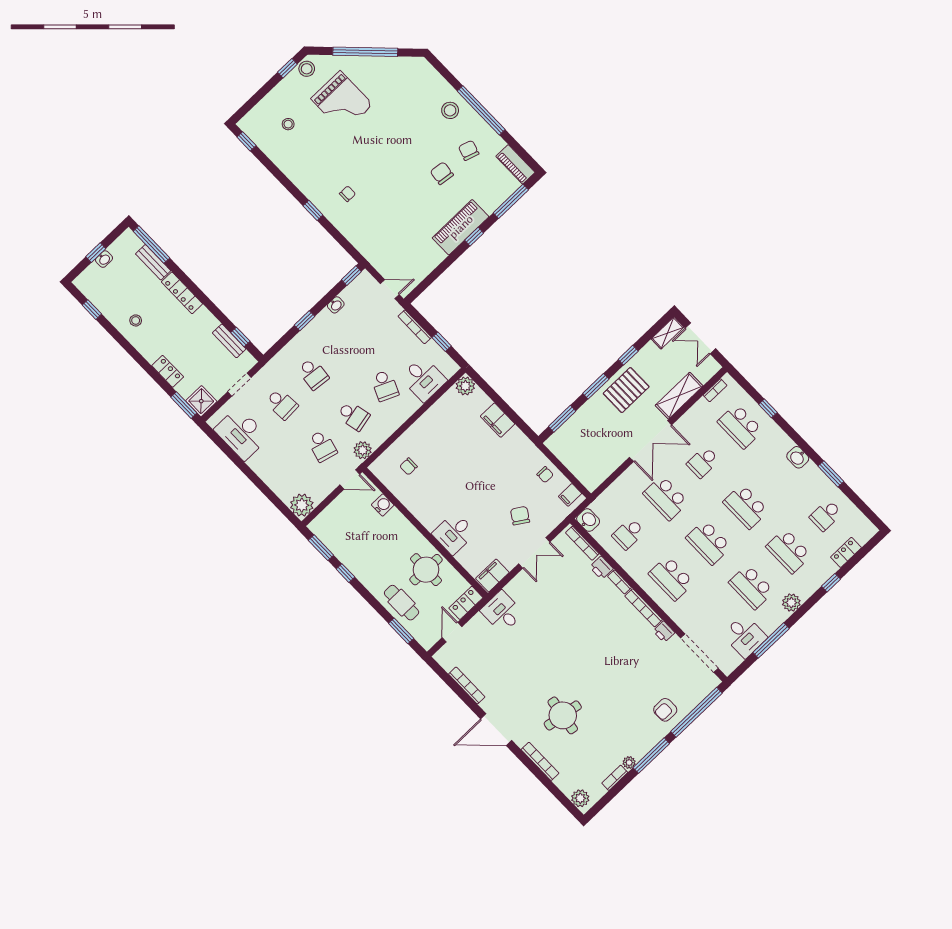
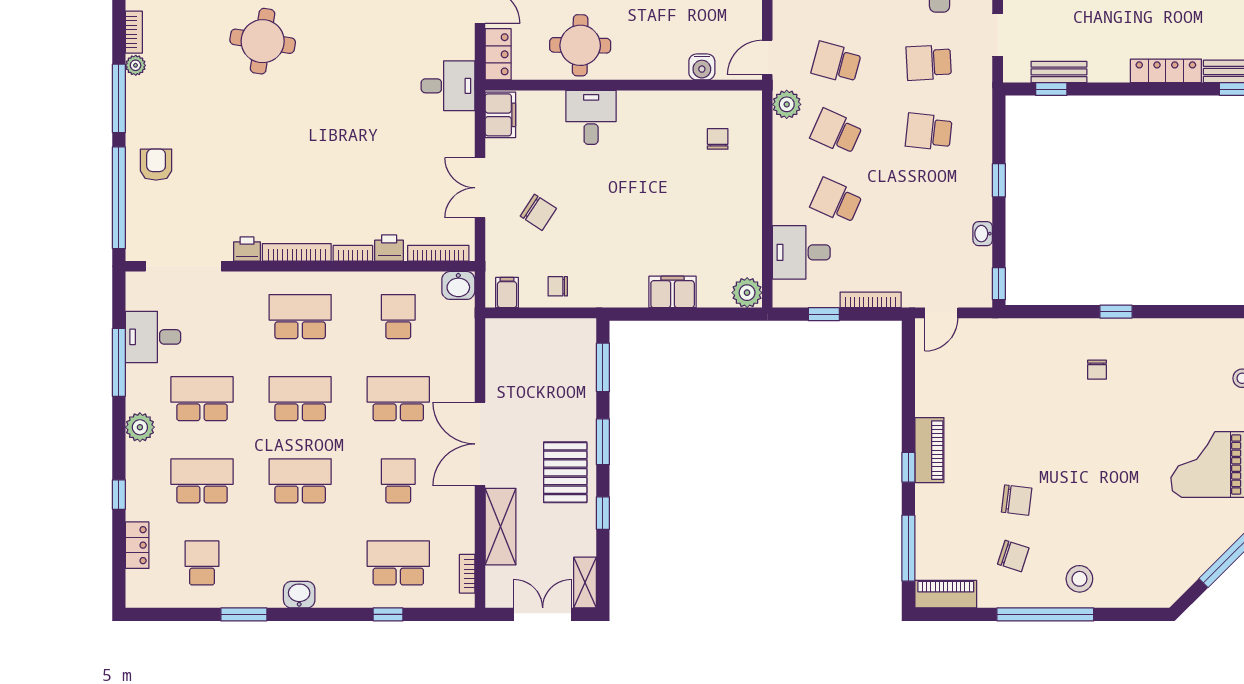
piano: (461, 227) -> (929, 450), width x0.73, depth x0.75
school desk: (353, 416) -> (836, 132), turned 36

